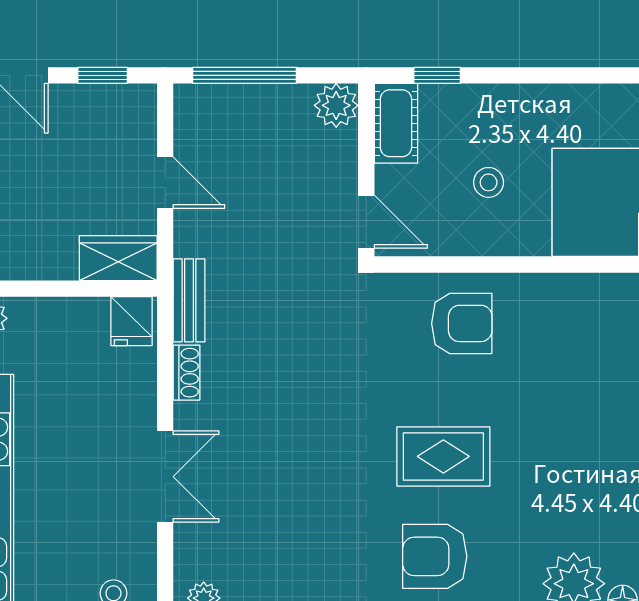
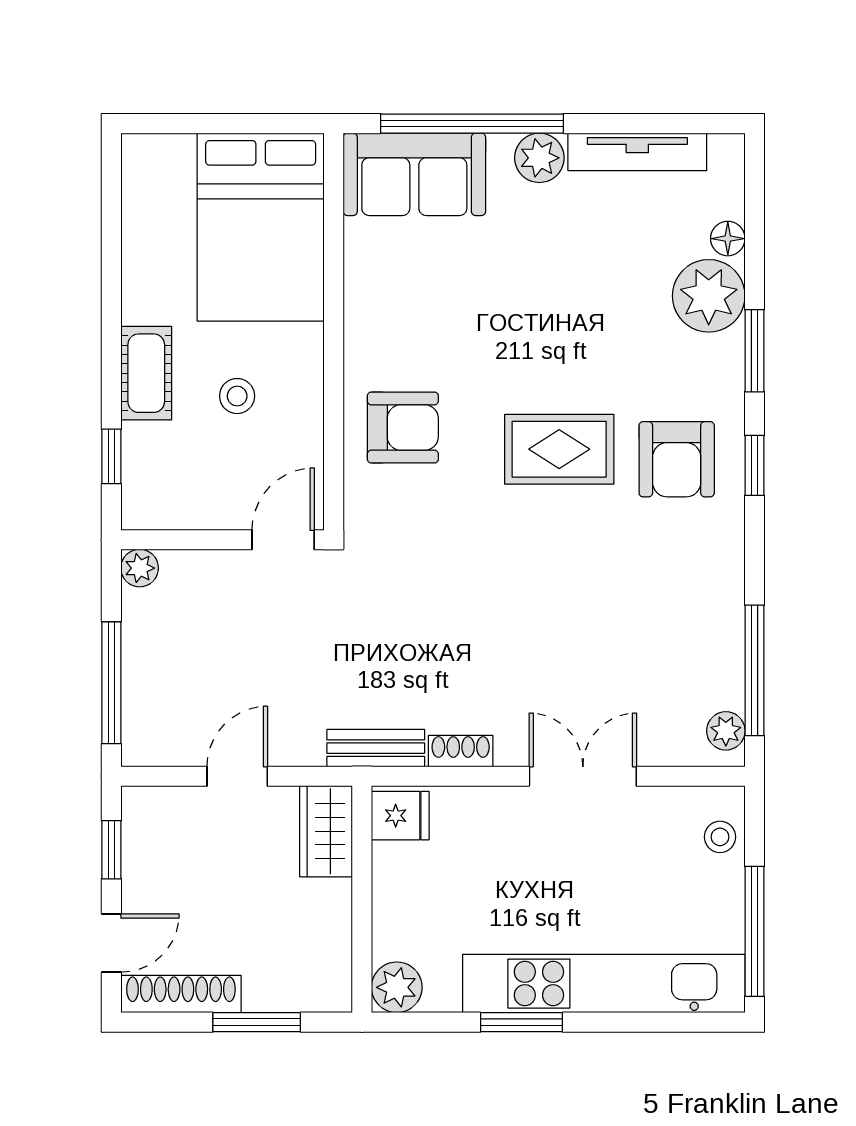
plant: (336, 105) -> (140, 568), width x0.73, depth x0.73
cot: (396, 123) -> (146, 373), moved, turned 90
armchair: (462, 323) -> (403, 427), turned 90
rug: (443, 456) -> (559, 449), turned 90

